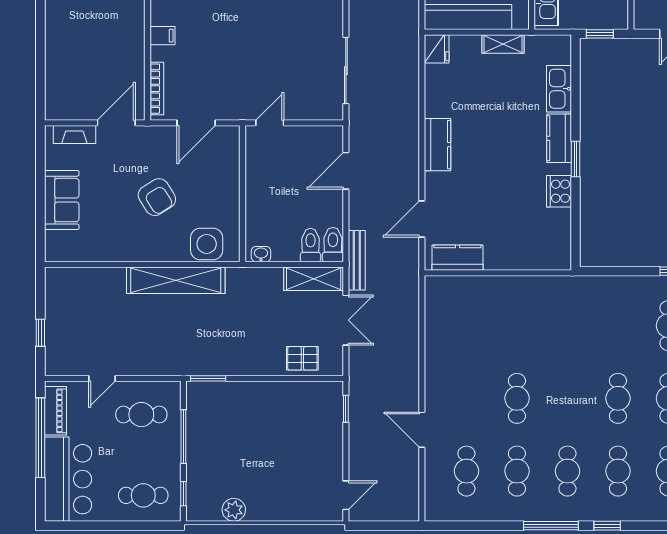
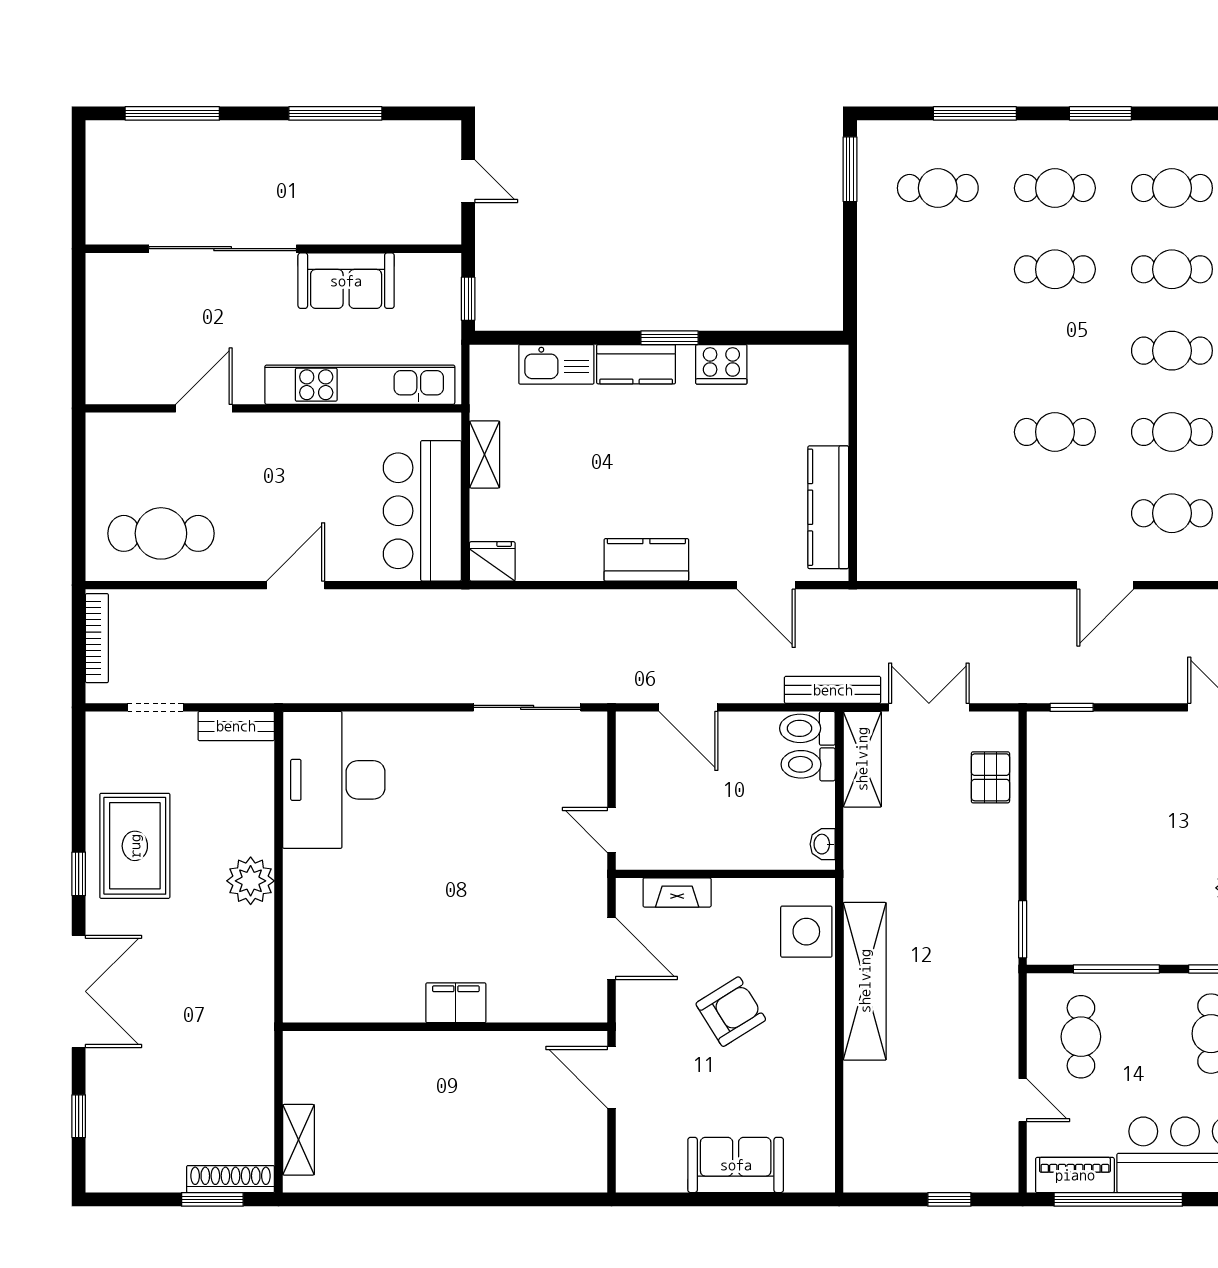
filing cabinet: (162, 36) -> (456, 1003), width x2.00
bookcase: (157, 89) -> (556, 1012), removed
fireplace: (74, 135) -> (677, 893), moved, turned 90
kitchen counter: (458, 258) -> (828, 507), width x1.50

